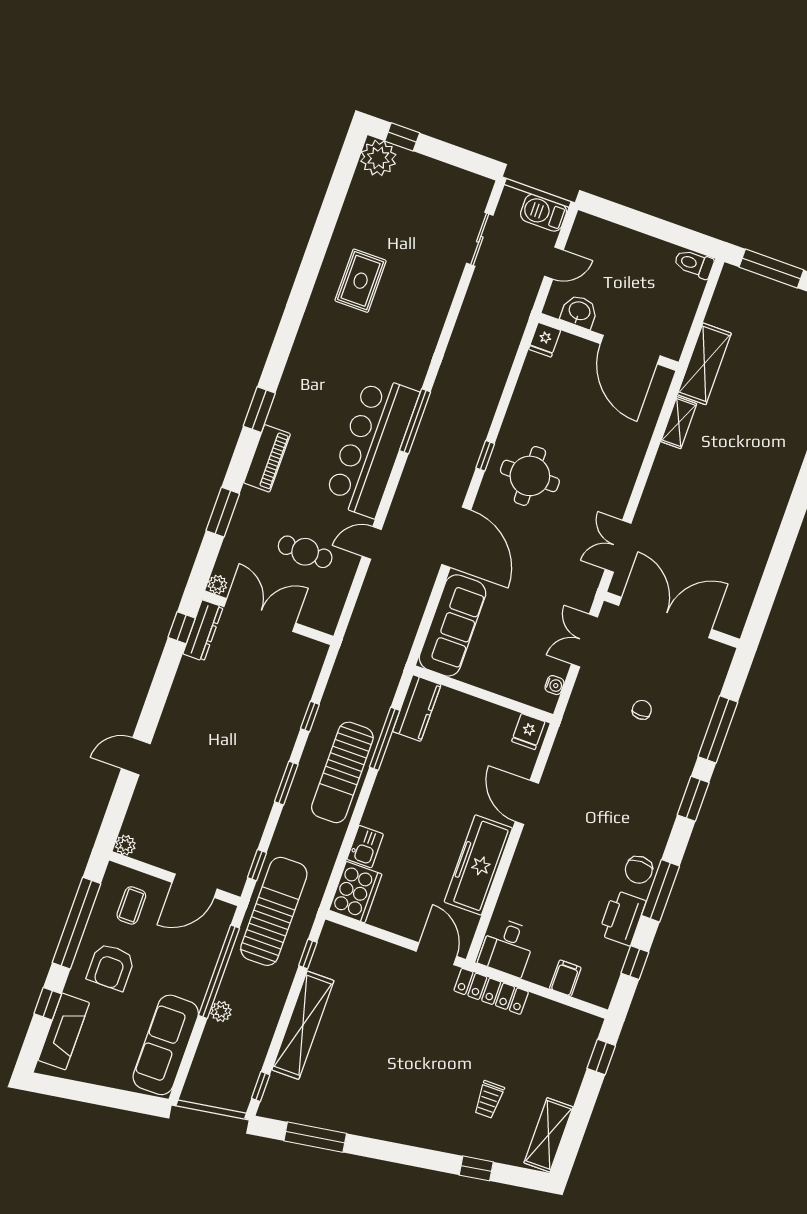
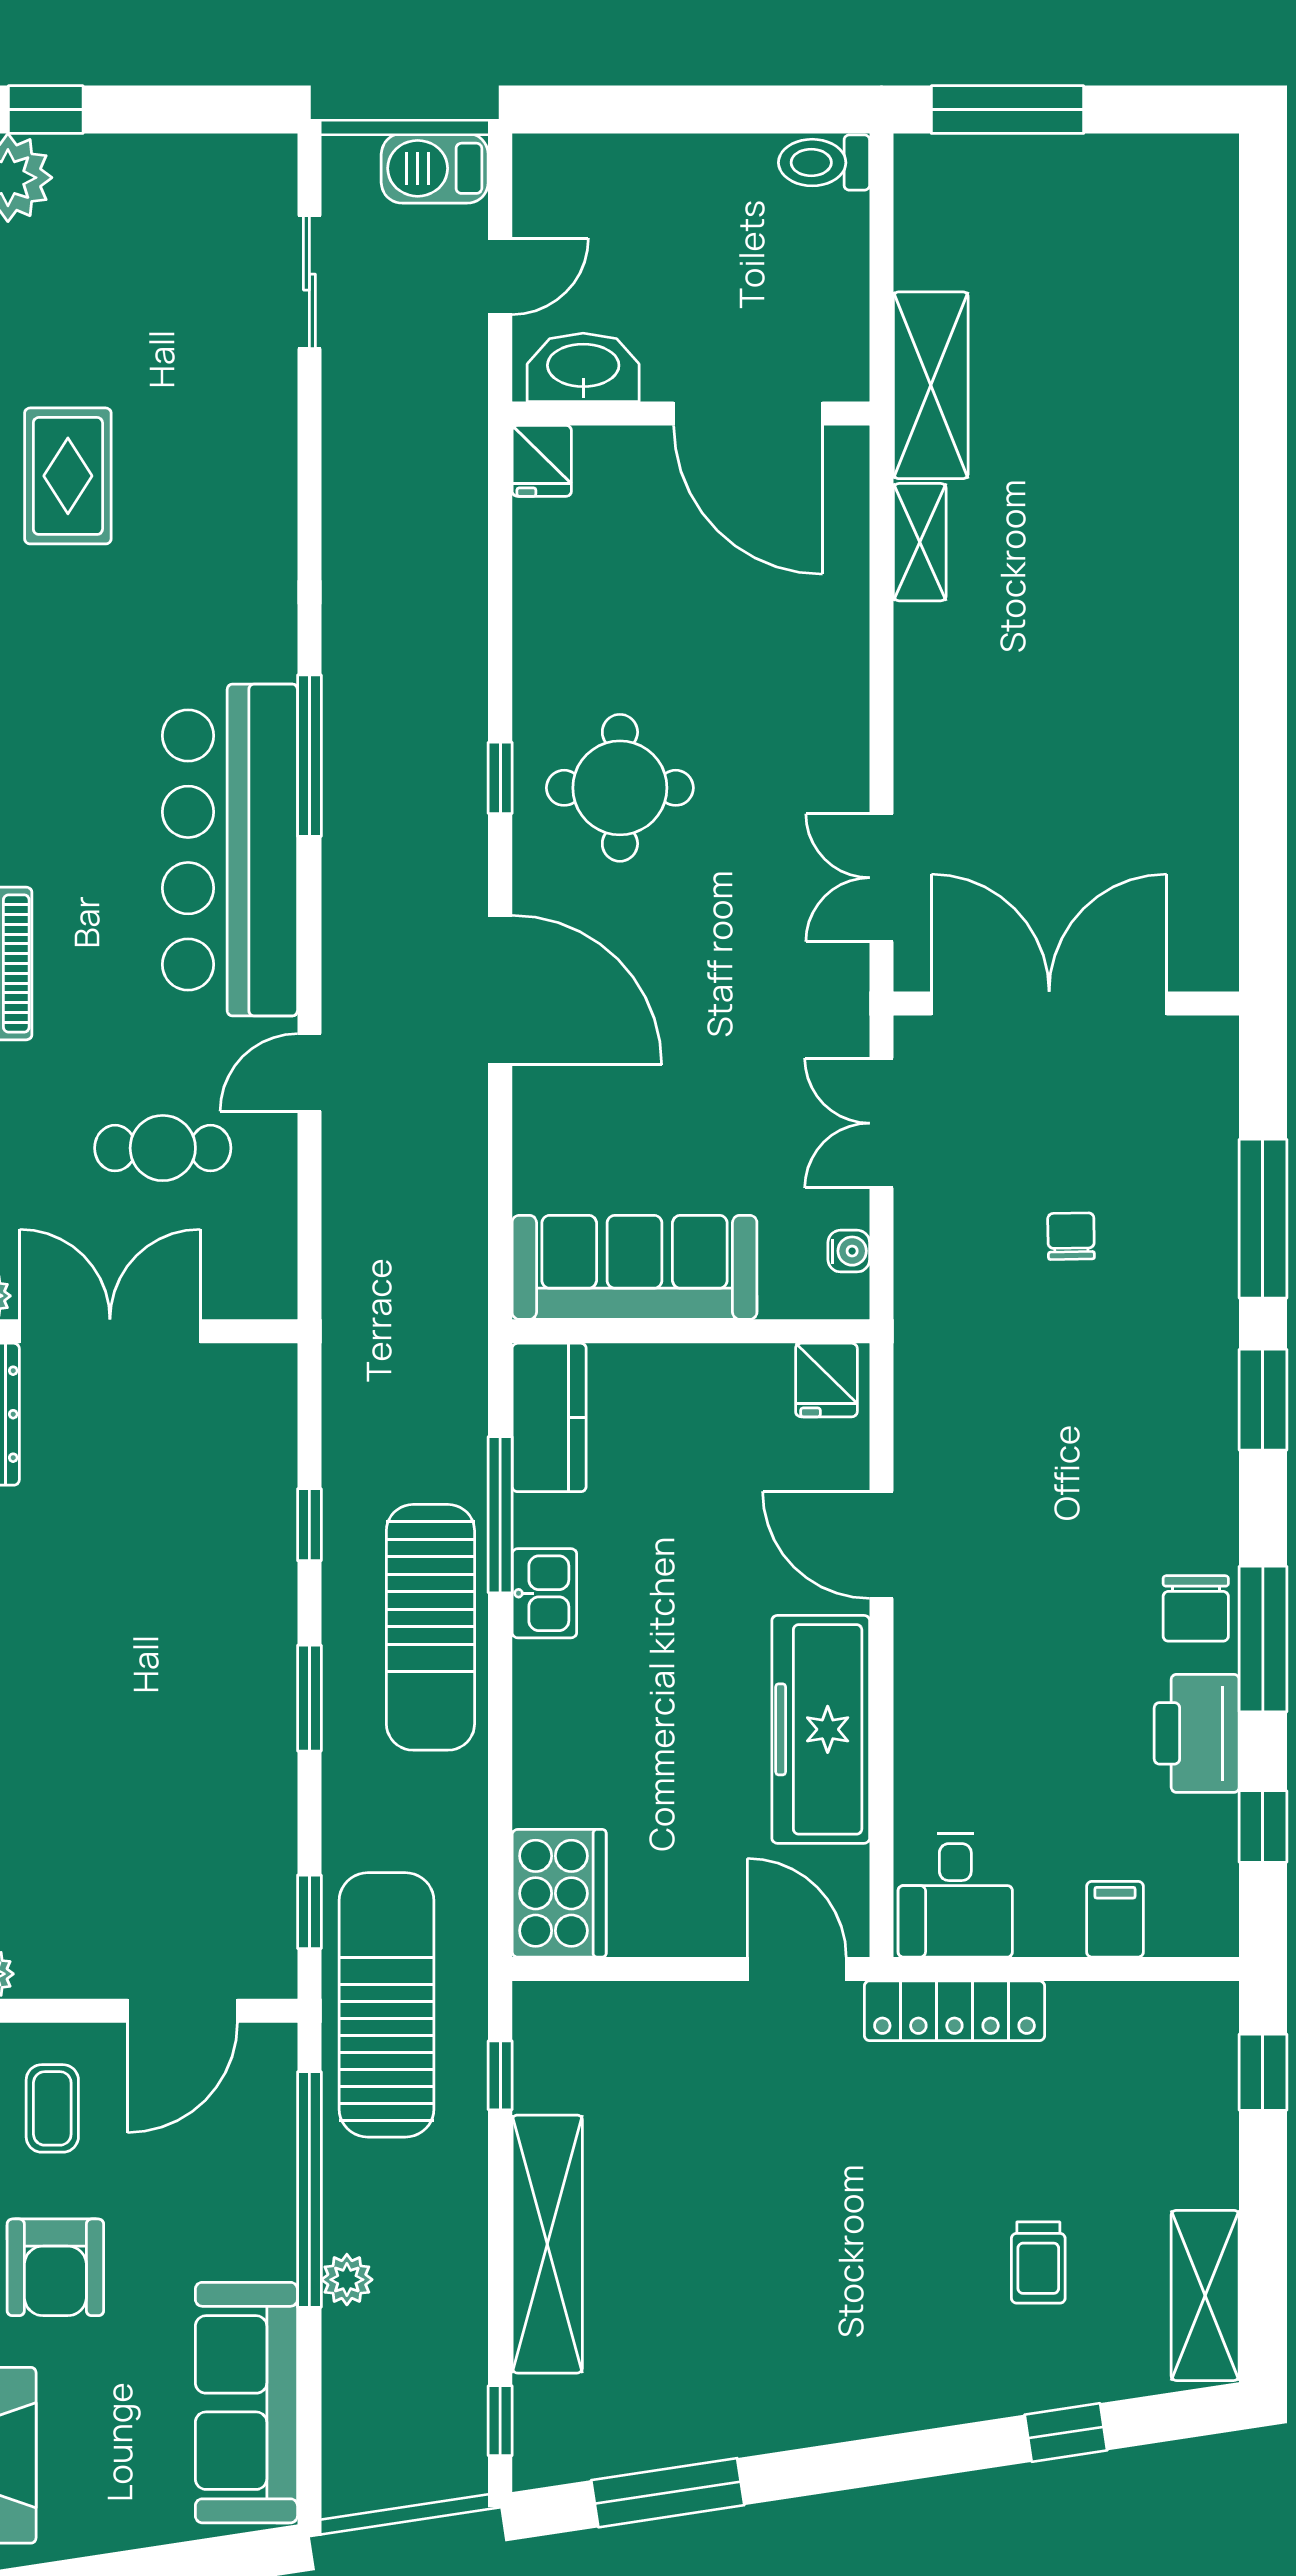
washbasin: (579, 312) -> (583, 367), width x1.38
sofa: (453, 625) -> (635, 1267), moved, turned -90
kitchen sink: (365, 847) -> (544, 1593), moved

